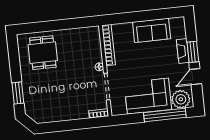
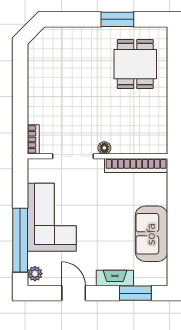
window: (193, 52) -> (135, 293), moved
dining table: (43, 53) -> (135, 64), turned 90
window: (18, 93) -> (117, 19), moved
plant: (181, 99) -> (35, 274), width x0.53, depth x0.53

